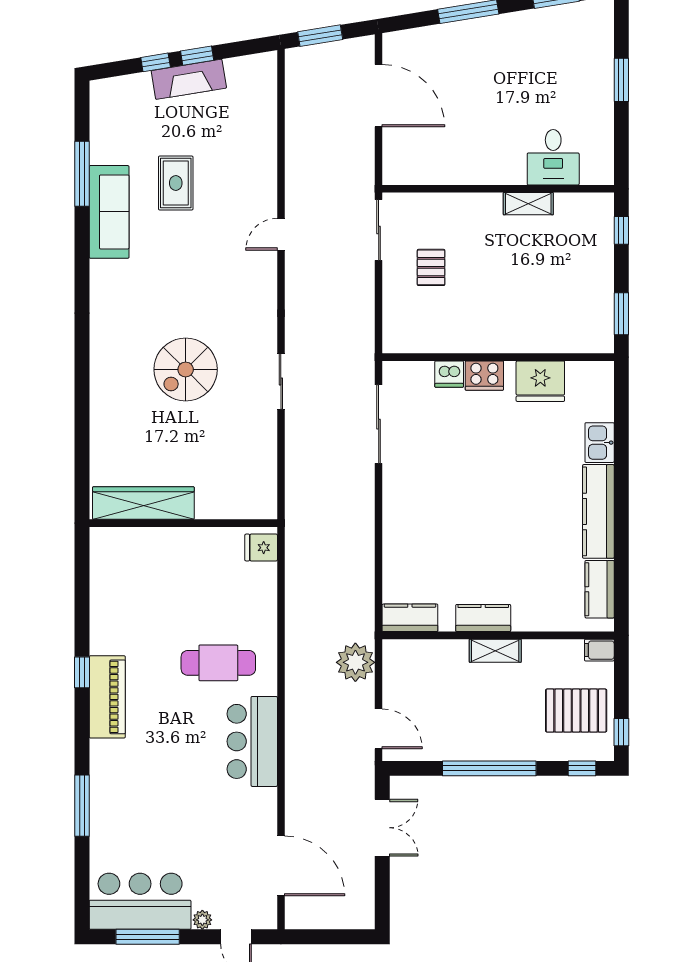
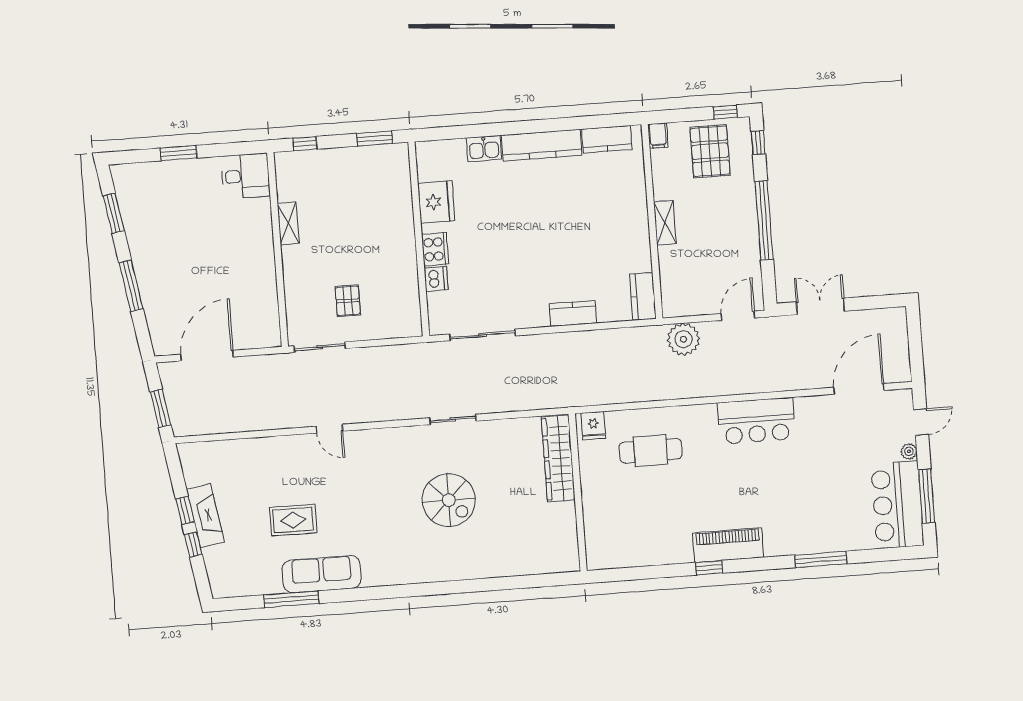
desk: (553, 157) -> (246, 176), moved
pallet: (431, 267) -> (348, 301), turned 90
wardrobe: (143, 503) -> (558, 458), moved
kitchen counter: (483, 618) -> (573, 314), moved, turned 90
cafe table: (218, 663) -> (651, 451), moved, turned 90

